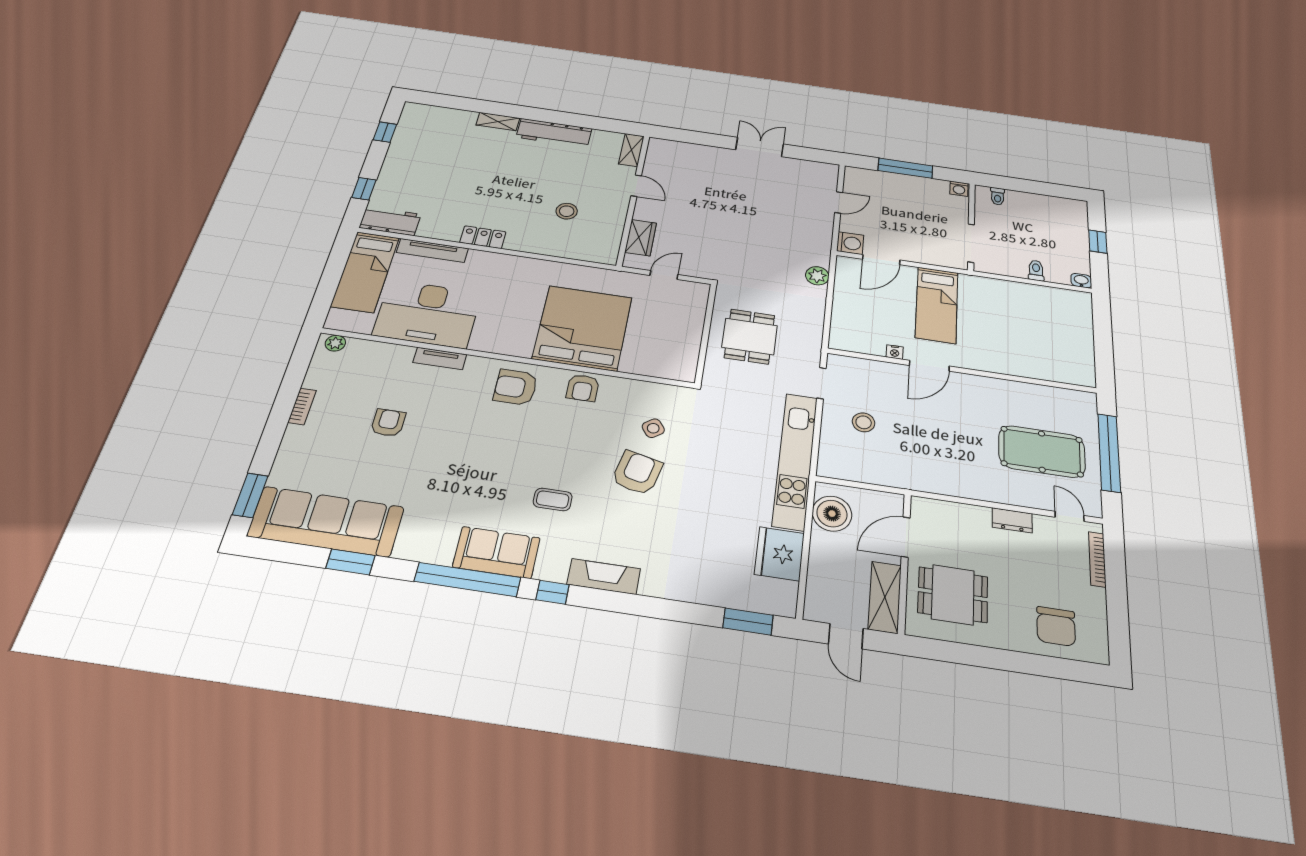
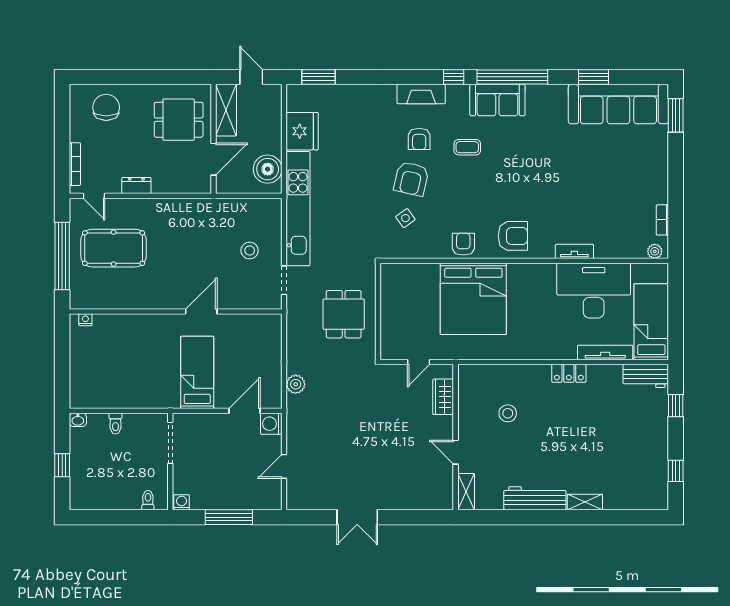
nightstand: (895, 352) -> (85, 320), moved
bookcase: (302, 406) -> (662, 220), moved
armchair: (388, 423) -> (419, 139), moved

